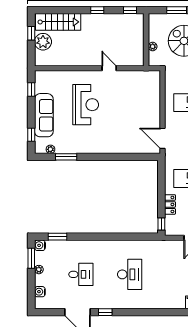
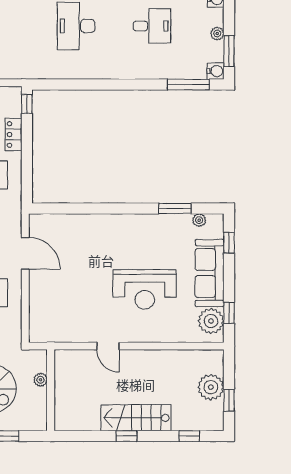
window: (130, 10) -> (189, 436), moved
stairs: (58, 22) -> (136, 418), moved
plant: (43, 84) -> (211, 321), added
reception desk: (86, 105) -> (145, 289), turned -90
door: (163, 138) -> (25, 253), moved
window: (57, 237) -> (188, 85), width x1.44
desk: (81, 274) -> (152, 26), turned 180

